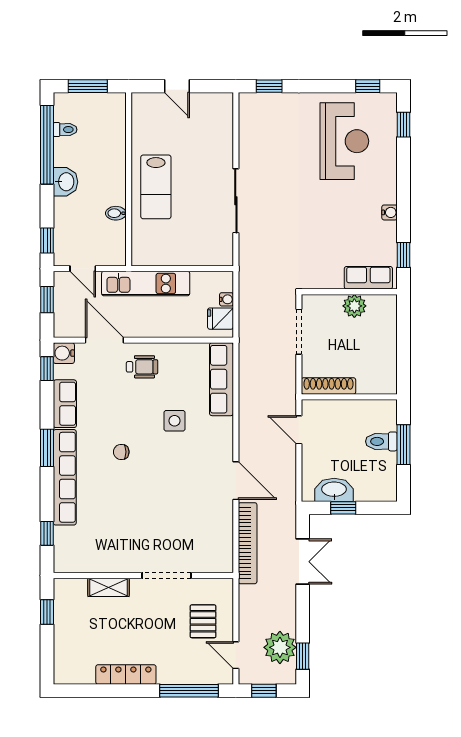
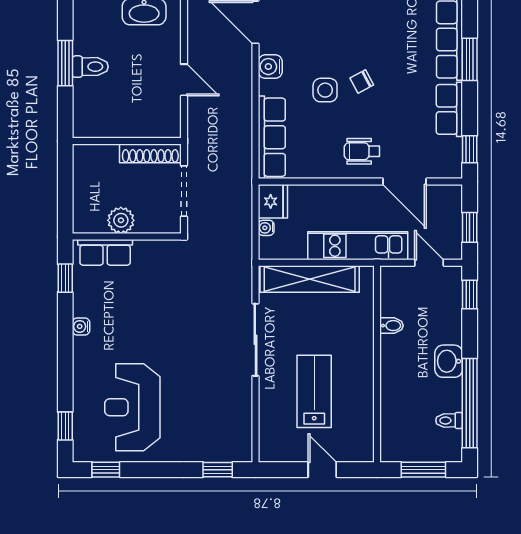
lab bench: (156, 187) -> (314, 391), moved
shelving: (188, 254) -> (310, 279), added
fridge: (220, 319) -> (273, 201), width x1.38
water cooler: (64, 353) -> (270, 67), moved, turned 180
shoe rack: (328, 386) -> (150, 153), moved
wall: (349, 397) -> (127, 141), moved
chair: (121, 452) -> (362, 82), moved, turned 152

